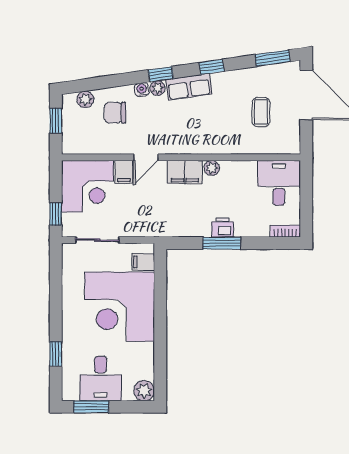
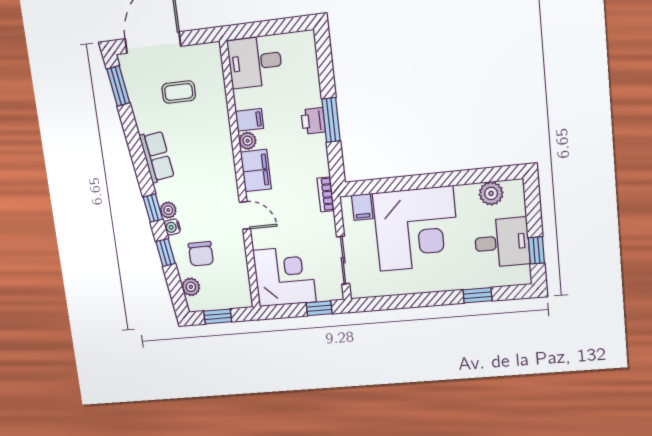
window: (212, 67) -> (165, 253), moved
row of seats: (189, 87) -> (157, 157), moved
filing cabinet: (124, 172) -> (249, 120), moved
bookcase: (285, 231) -> (326, 194), moved
plant: (144, 391) -> (491, 193), moved
window: (91, 407) -> (536, 250), width x0.67

